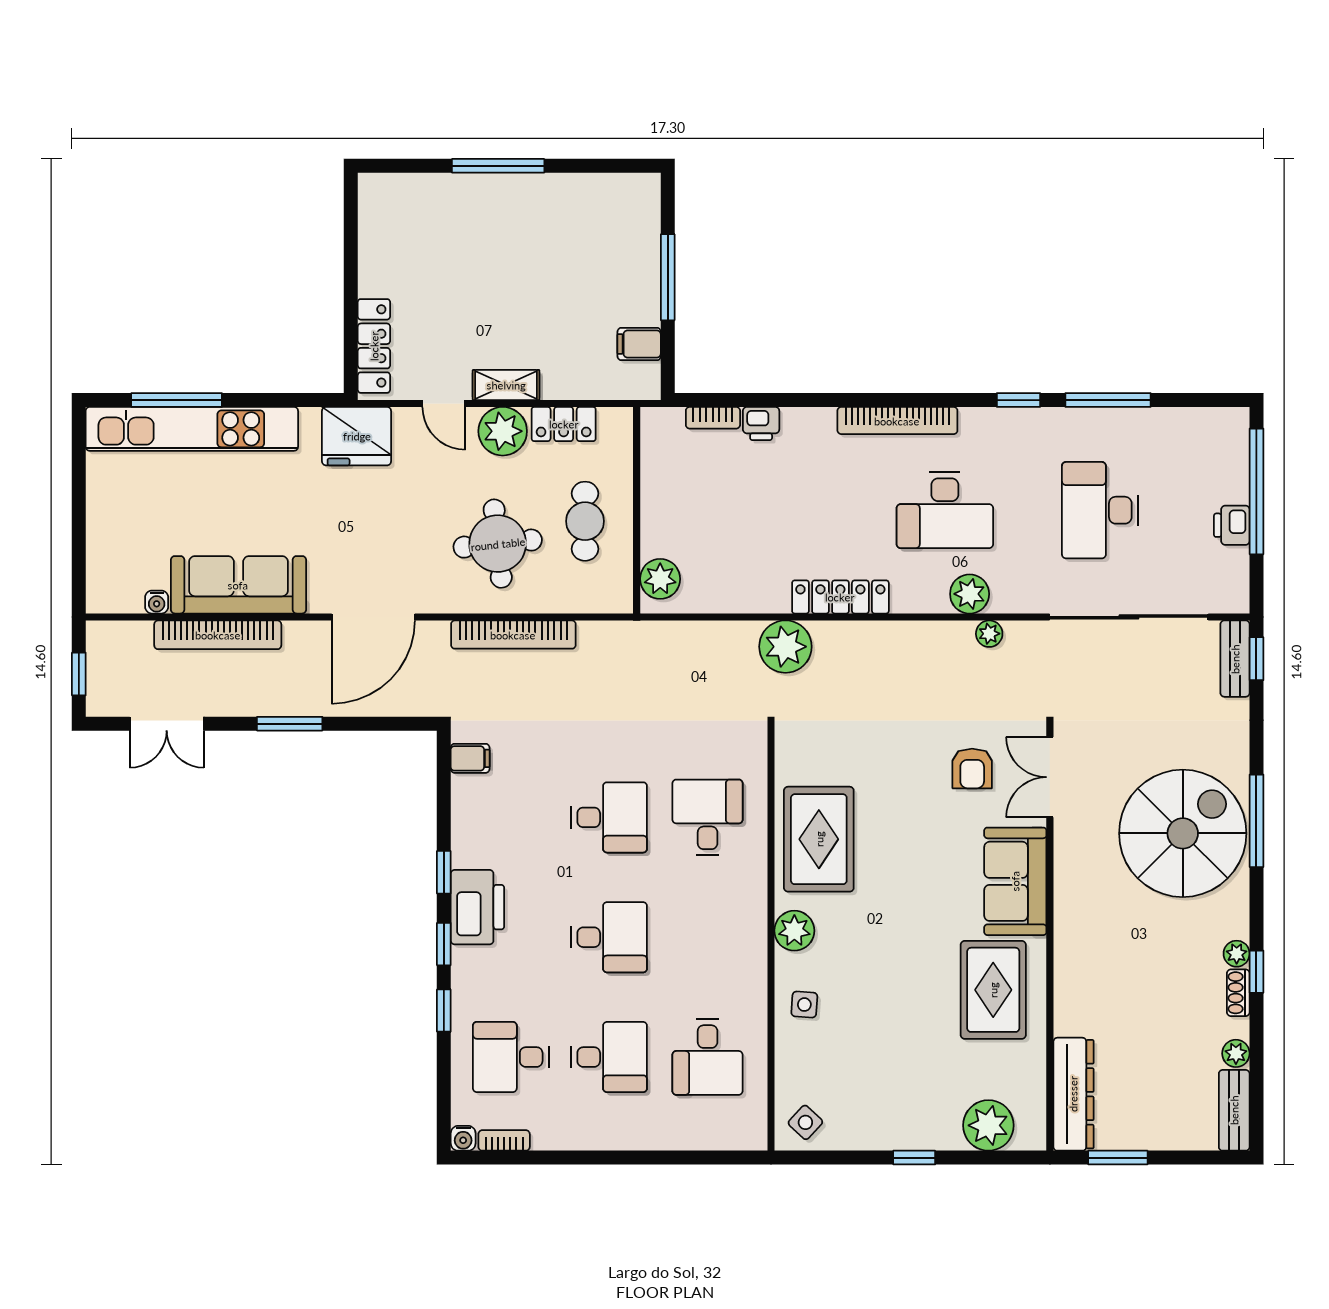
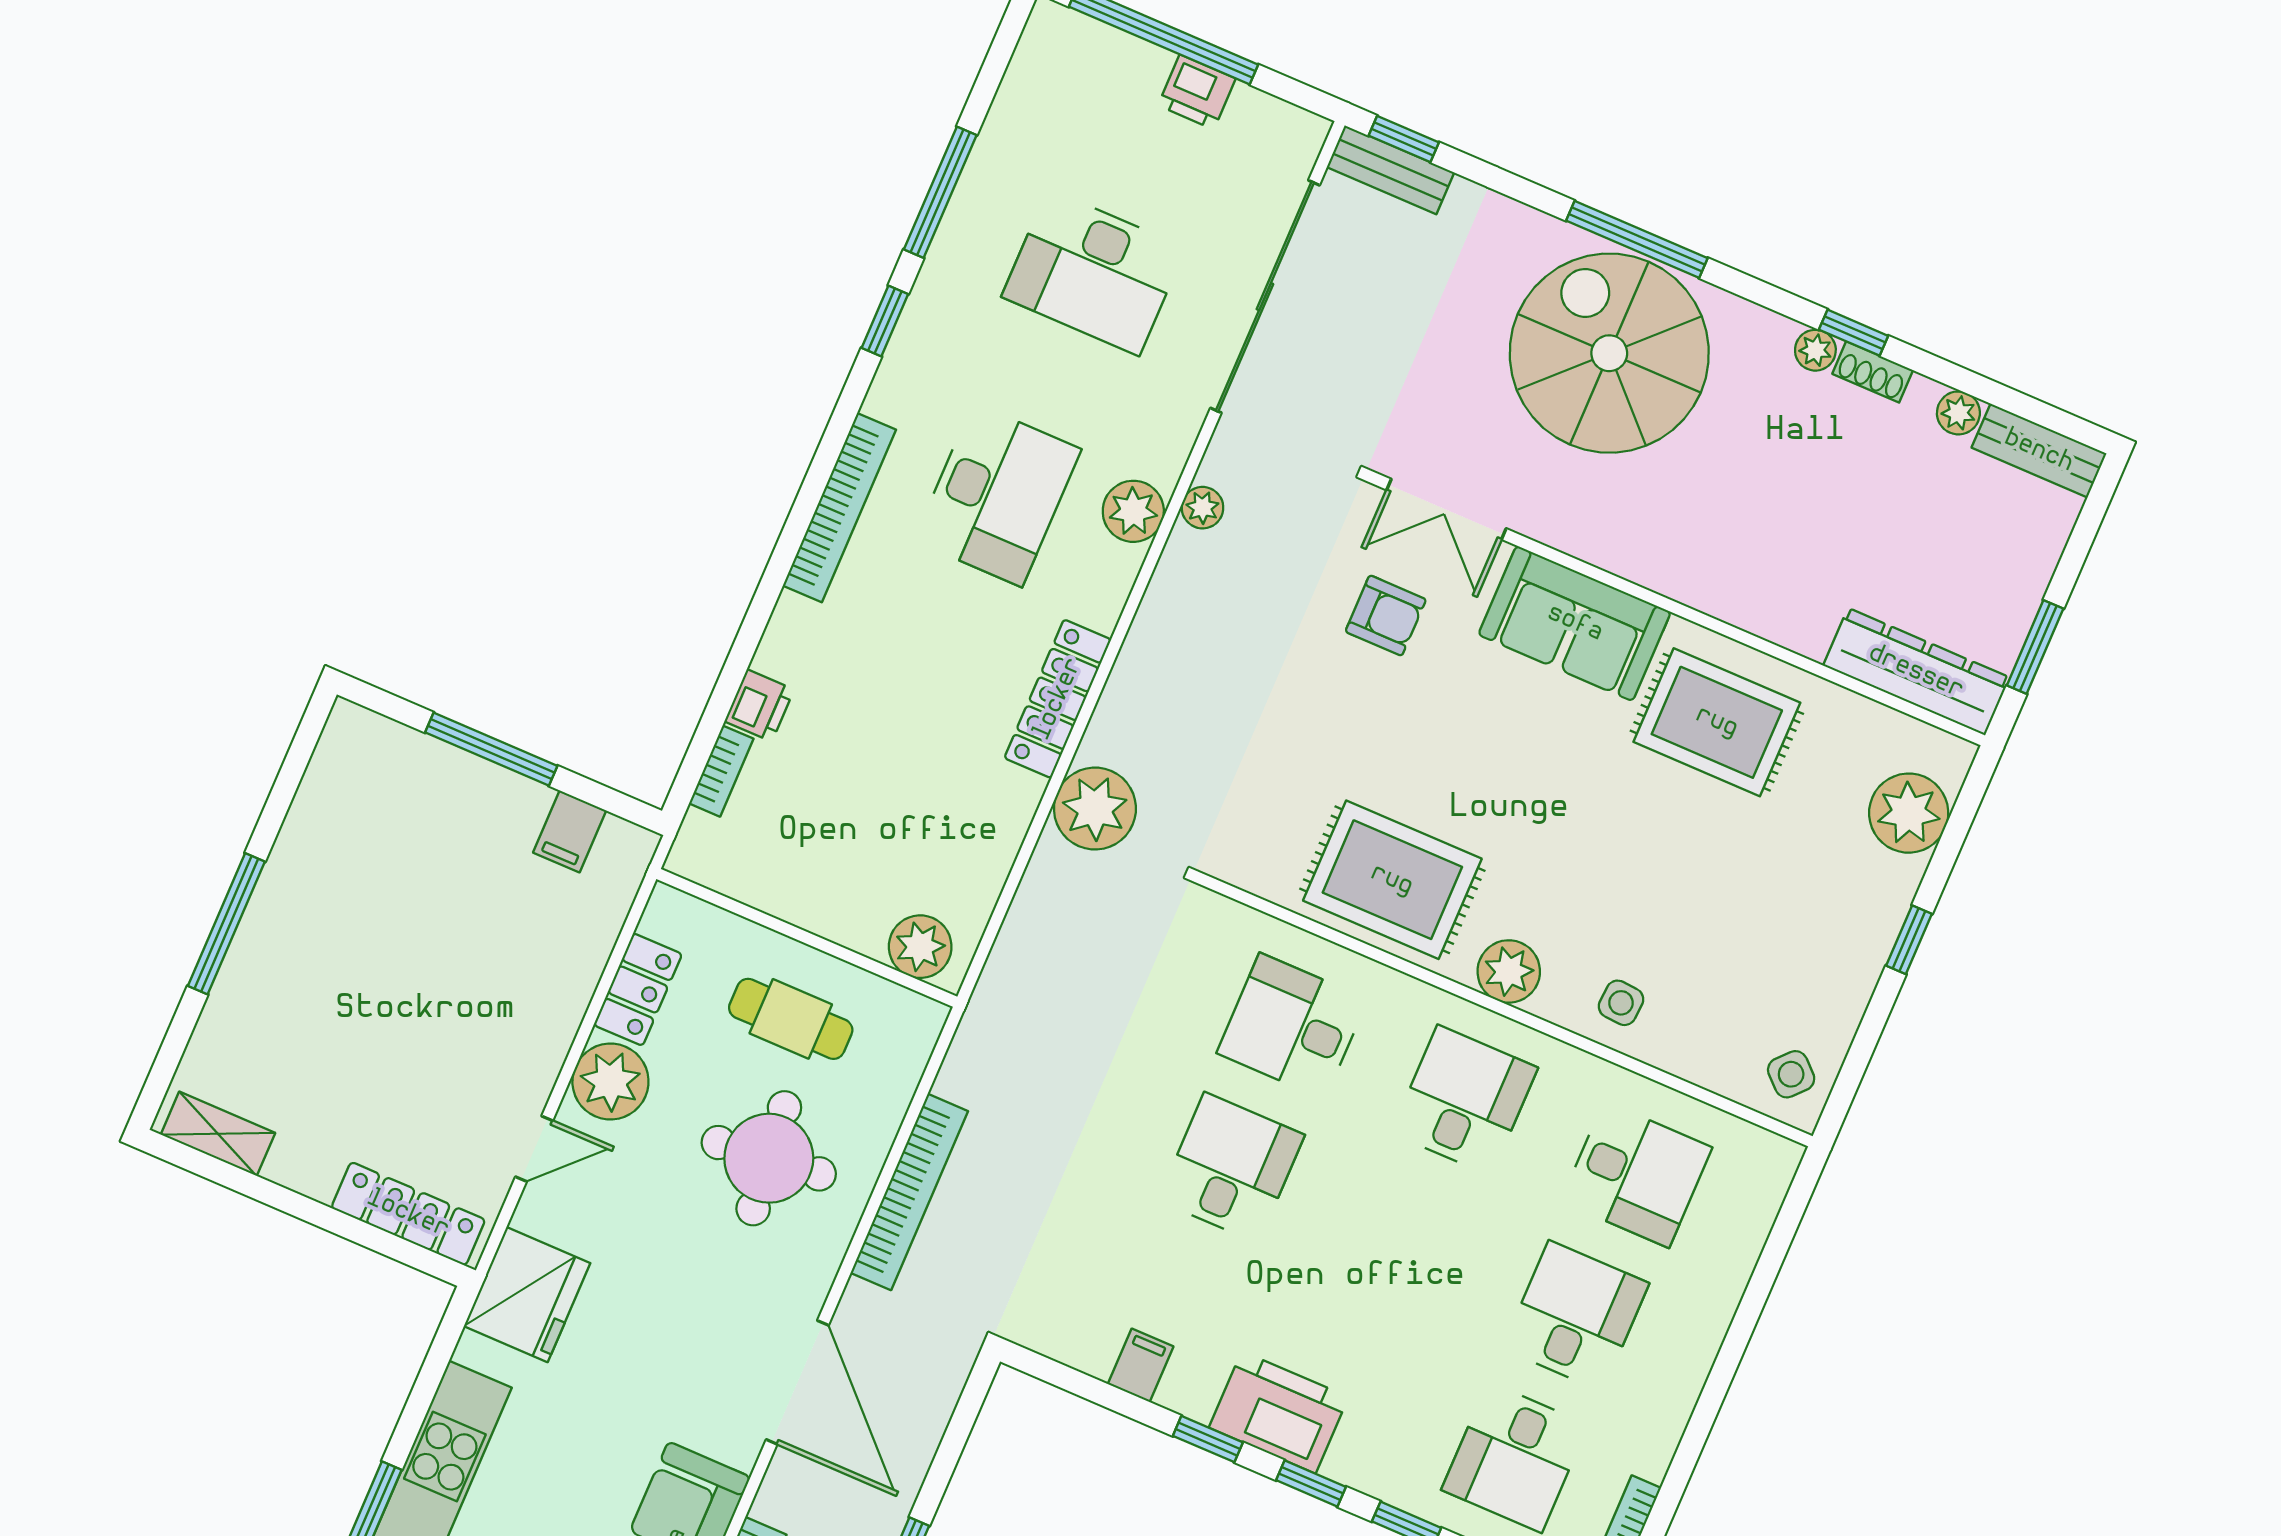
shelving: (506, 385) -> (218, 1134), moved, turned 90
filing cabinet: (470, 758) -> (1141, 1365), moved
desk: (609, 937) -> (1464, 1100), moved

